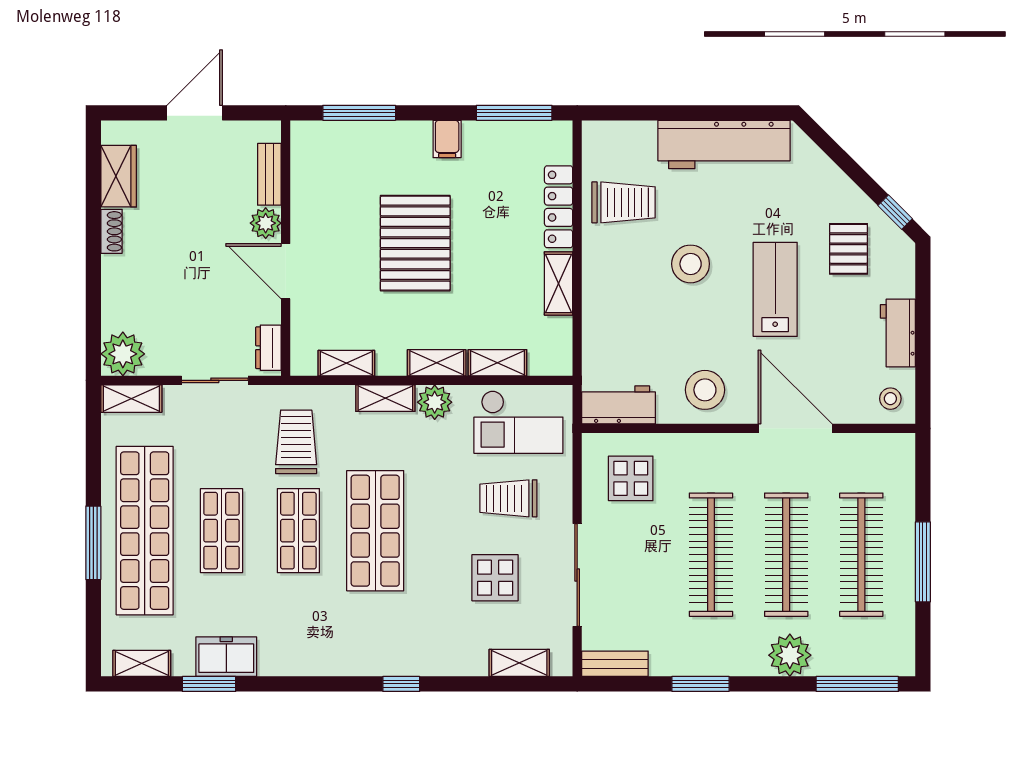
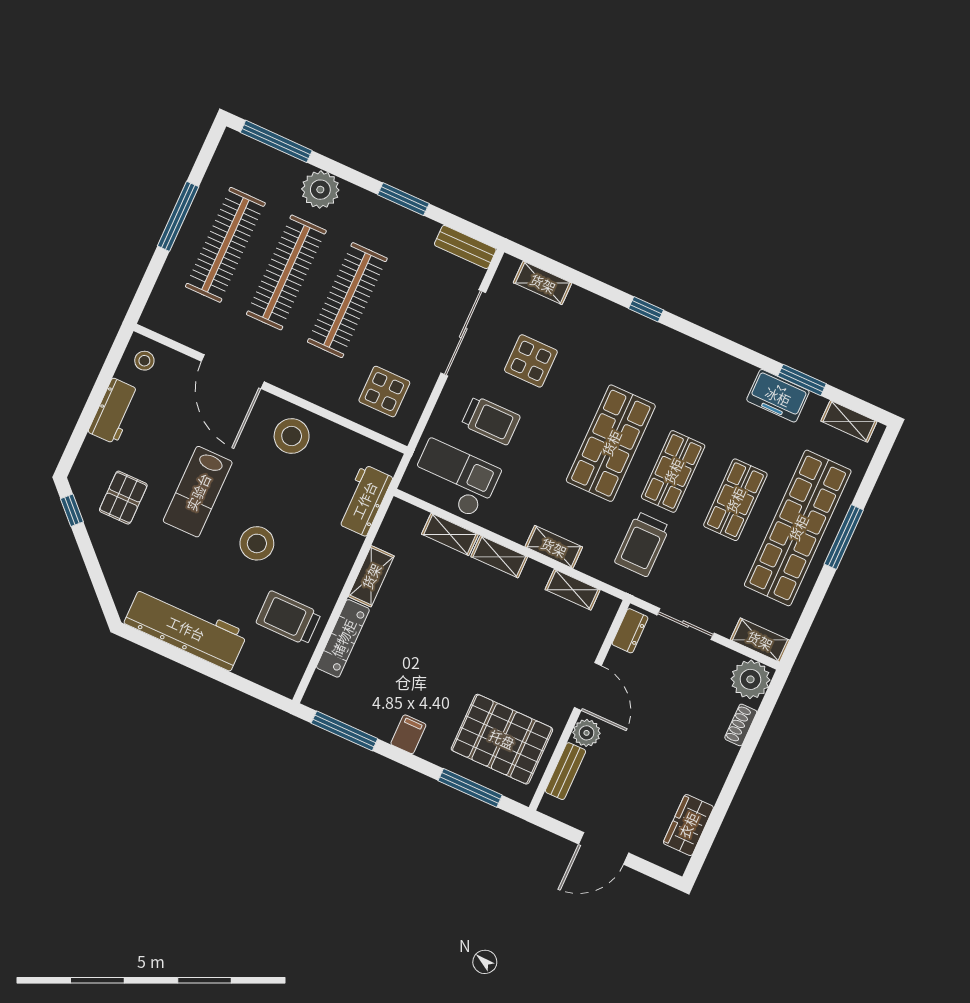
shoe rack: (112, 231) -> (741, 725), moved
pallet: (415, 243) -> (502, 739), moved, turned 90
plant: (435, 402) -> (515, 525), removed
workbench: (619, 405) -> (364, 500), moved, turned 90

